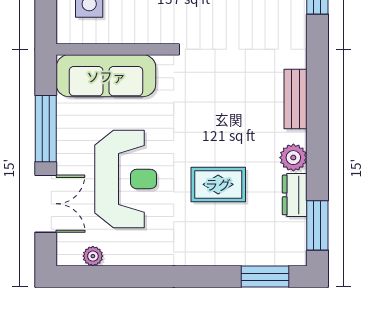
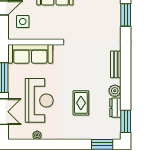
rug: (218, 184) -> (81, 103), turned 90
plant: (93, 256) -> (37, 135), moved

